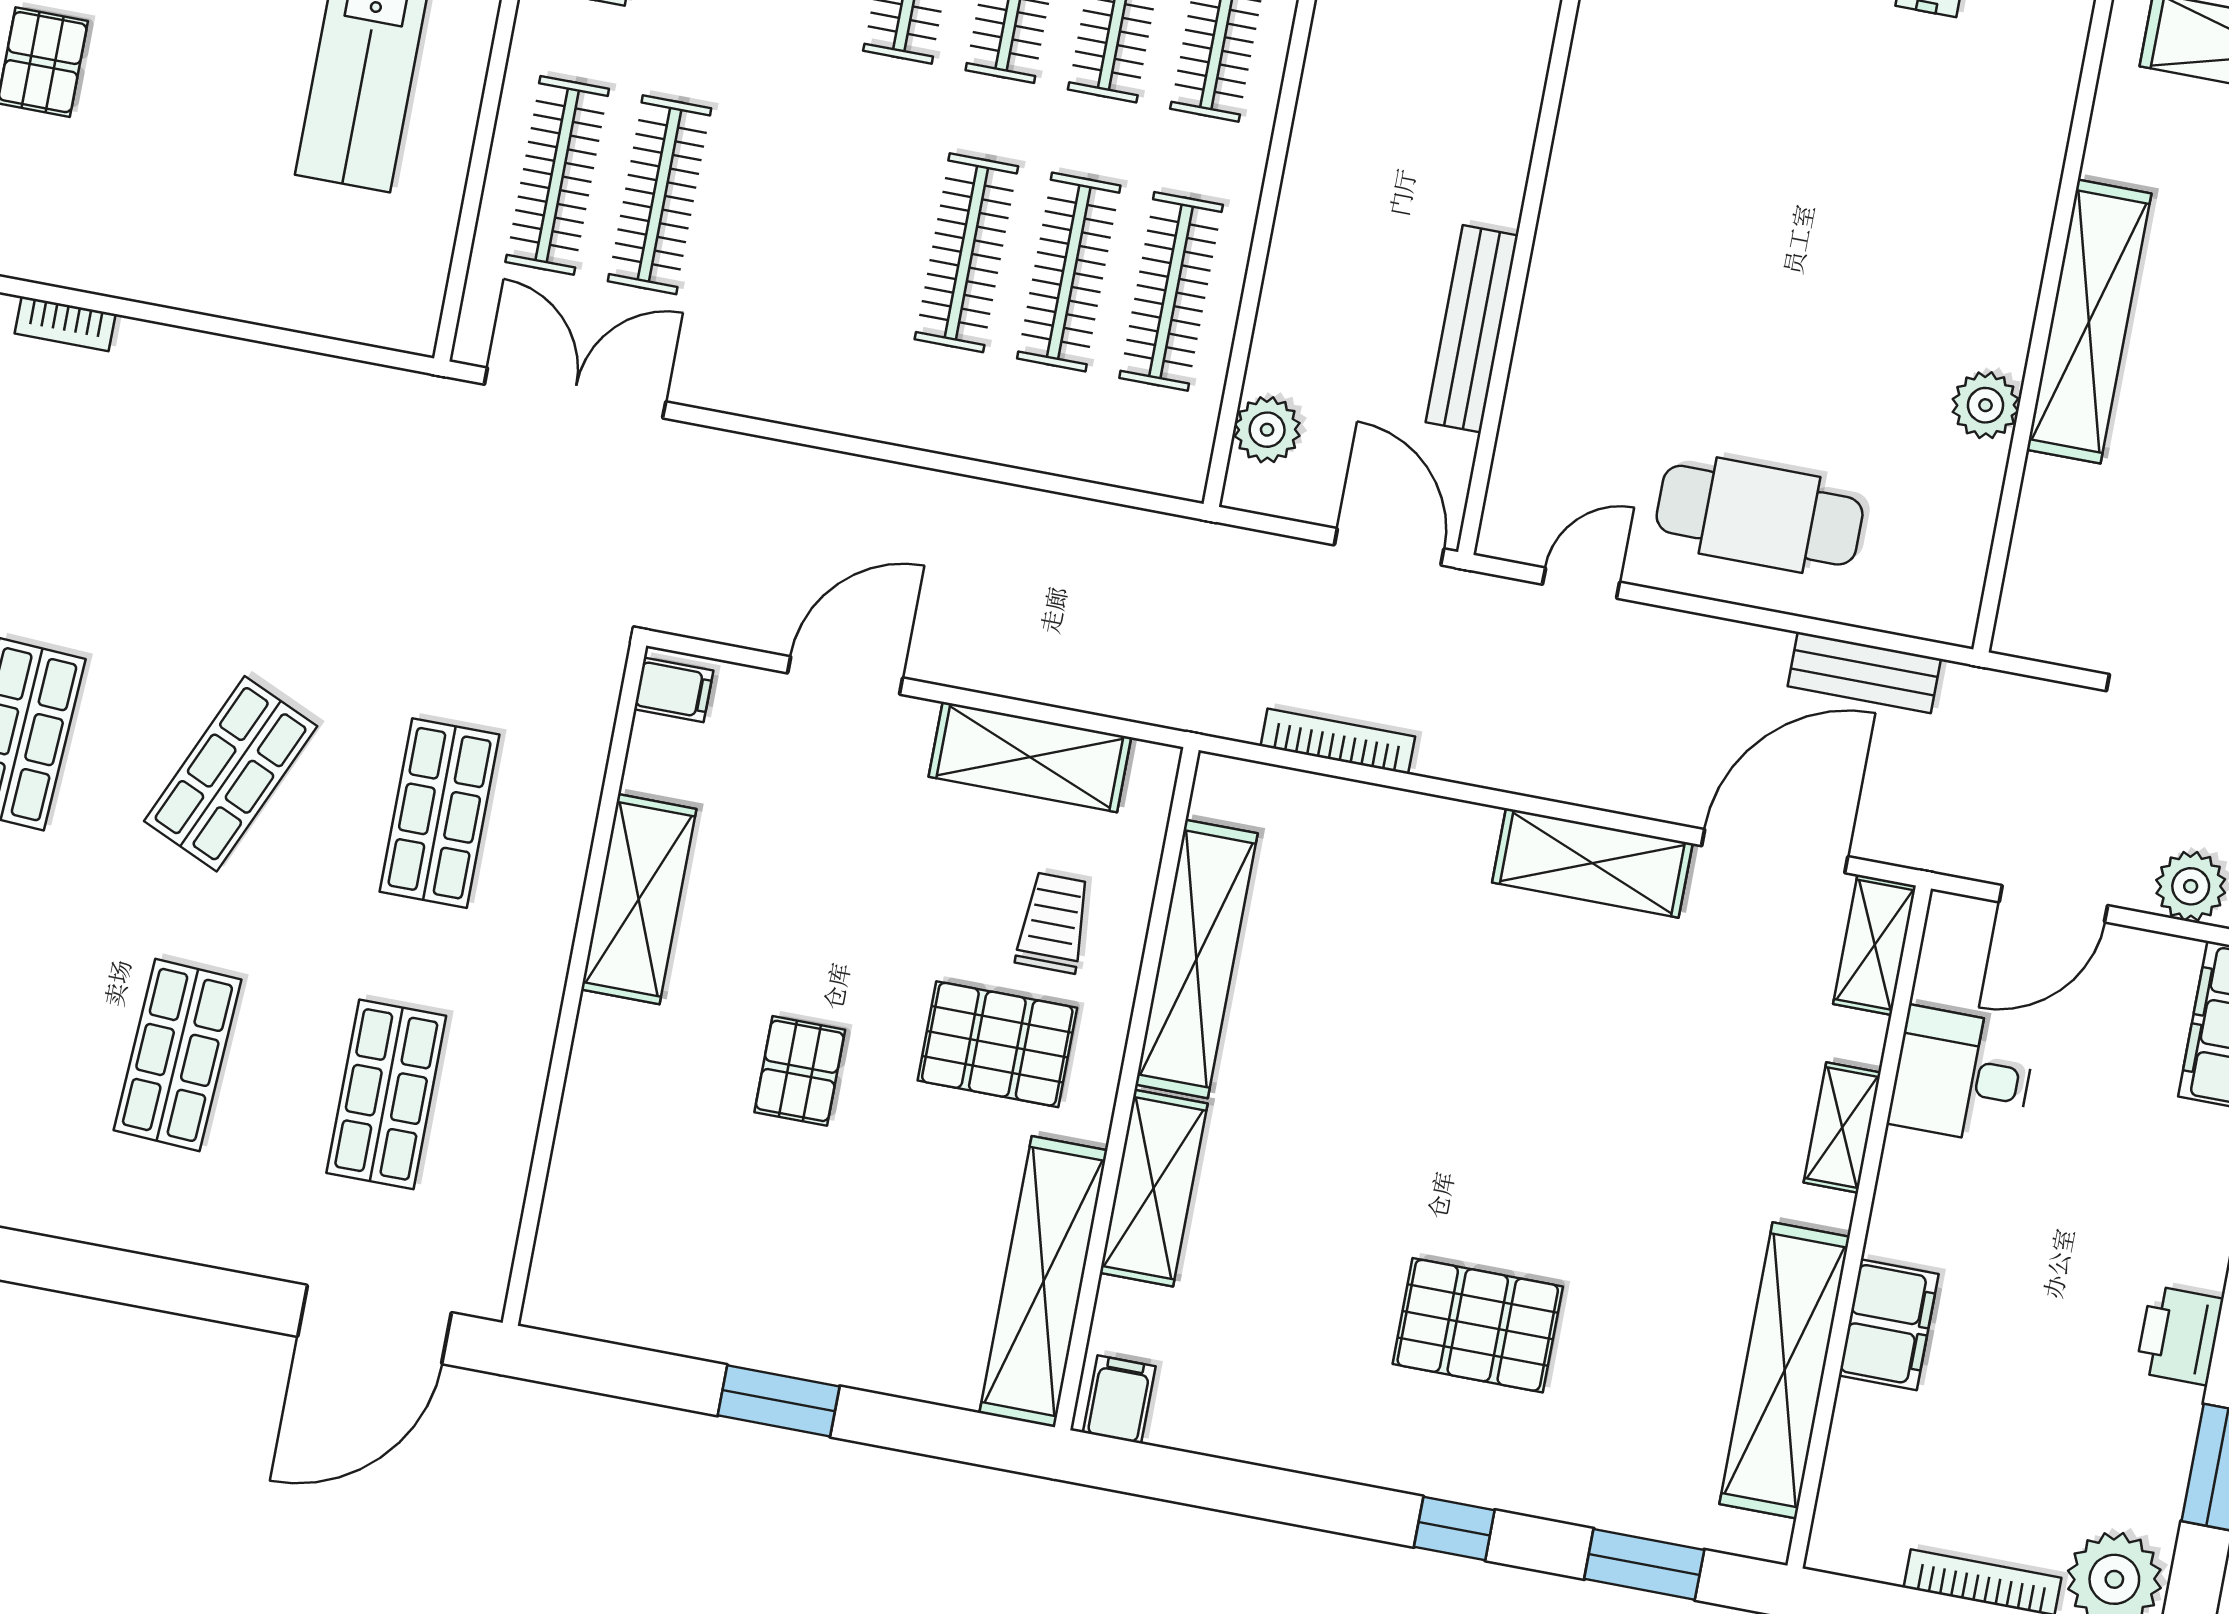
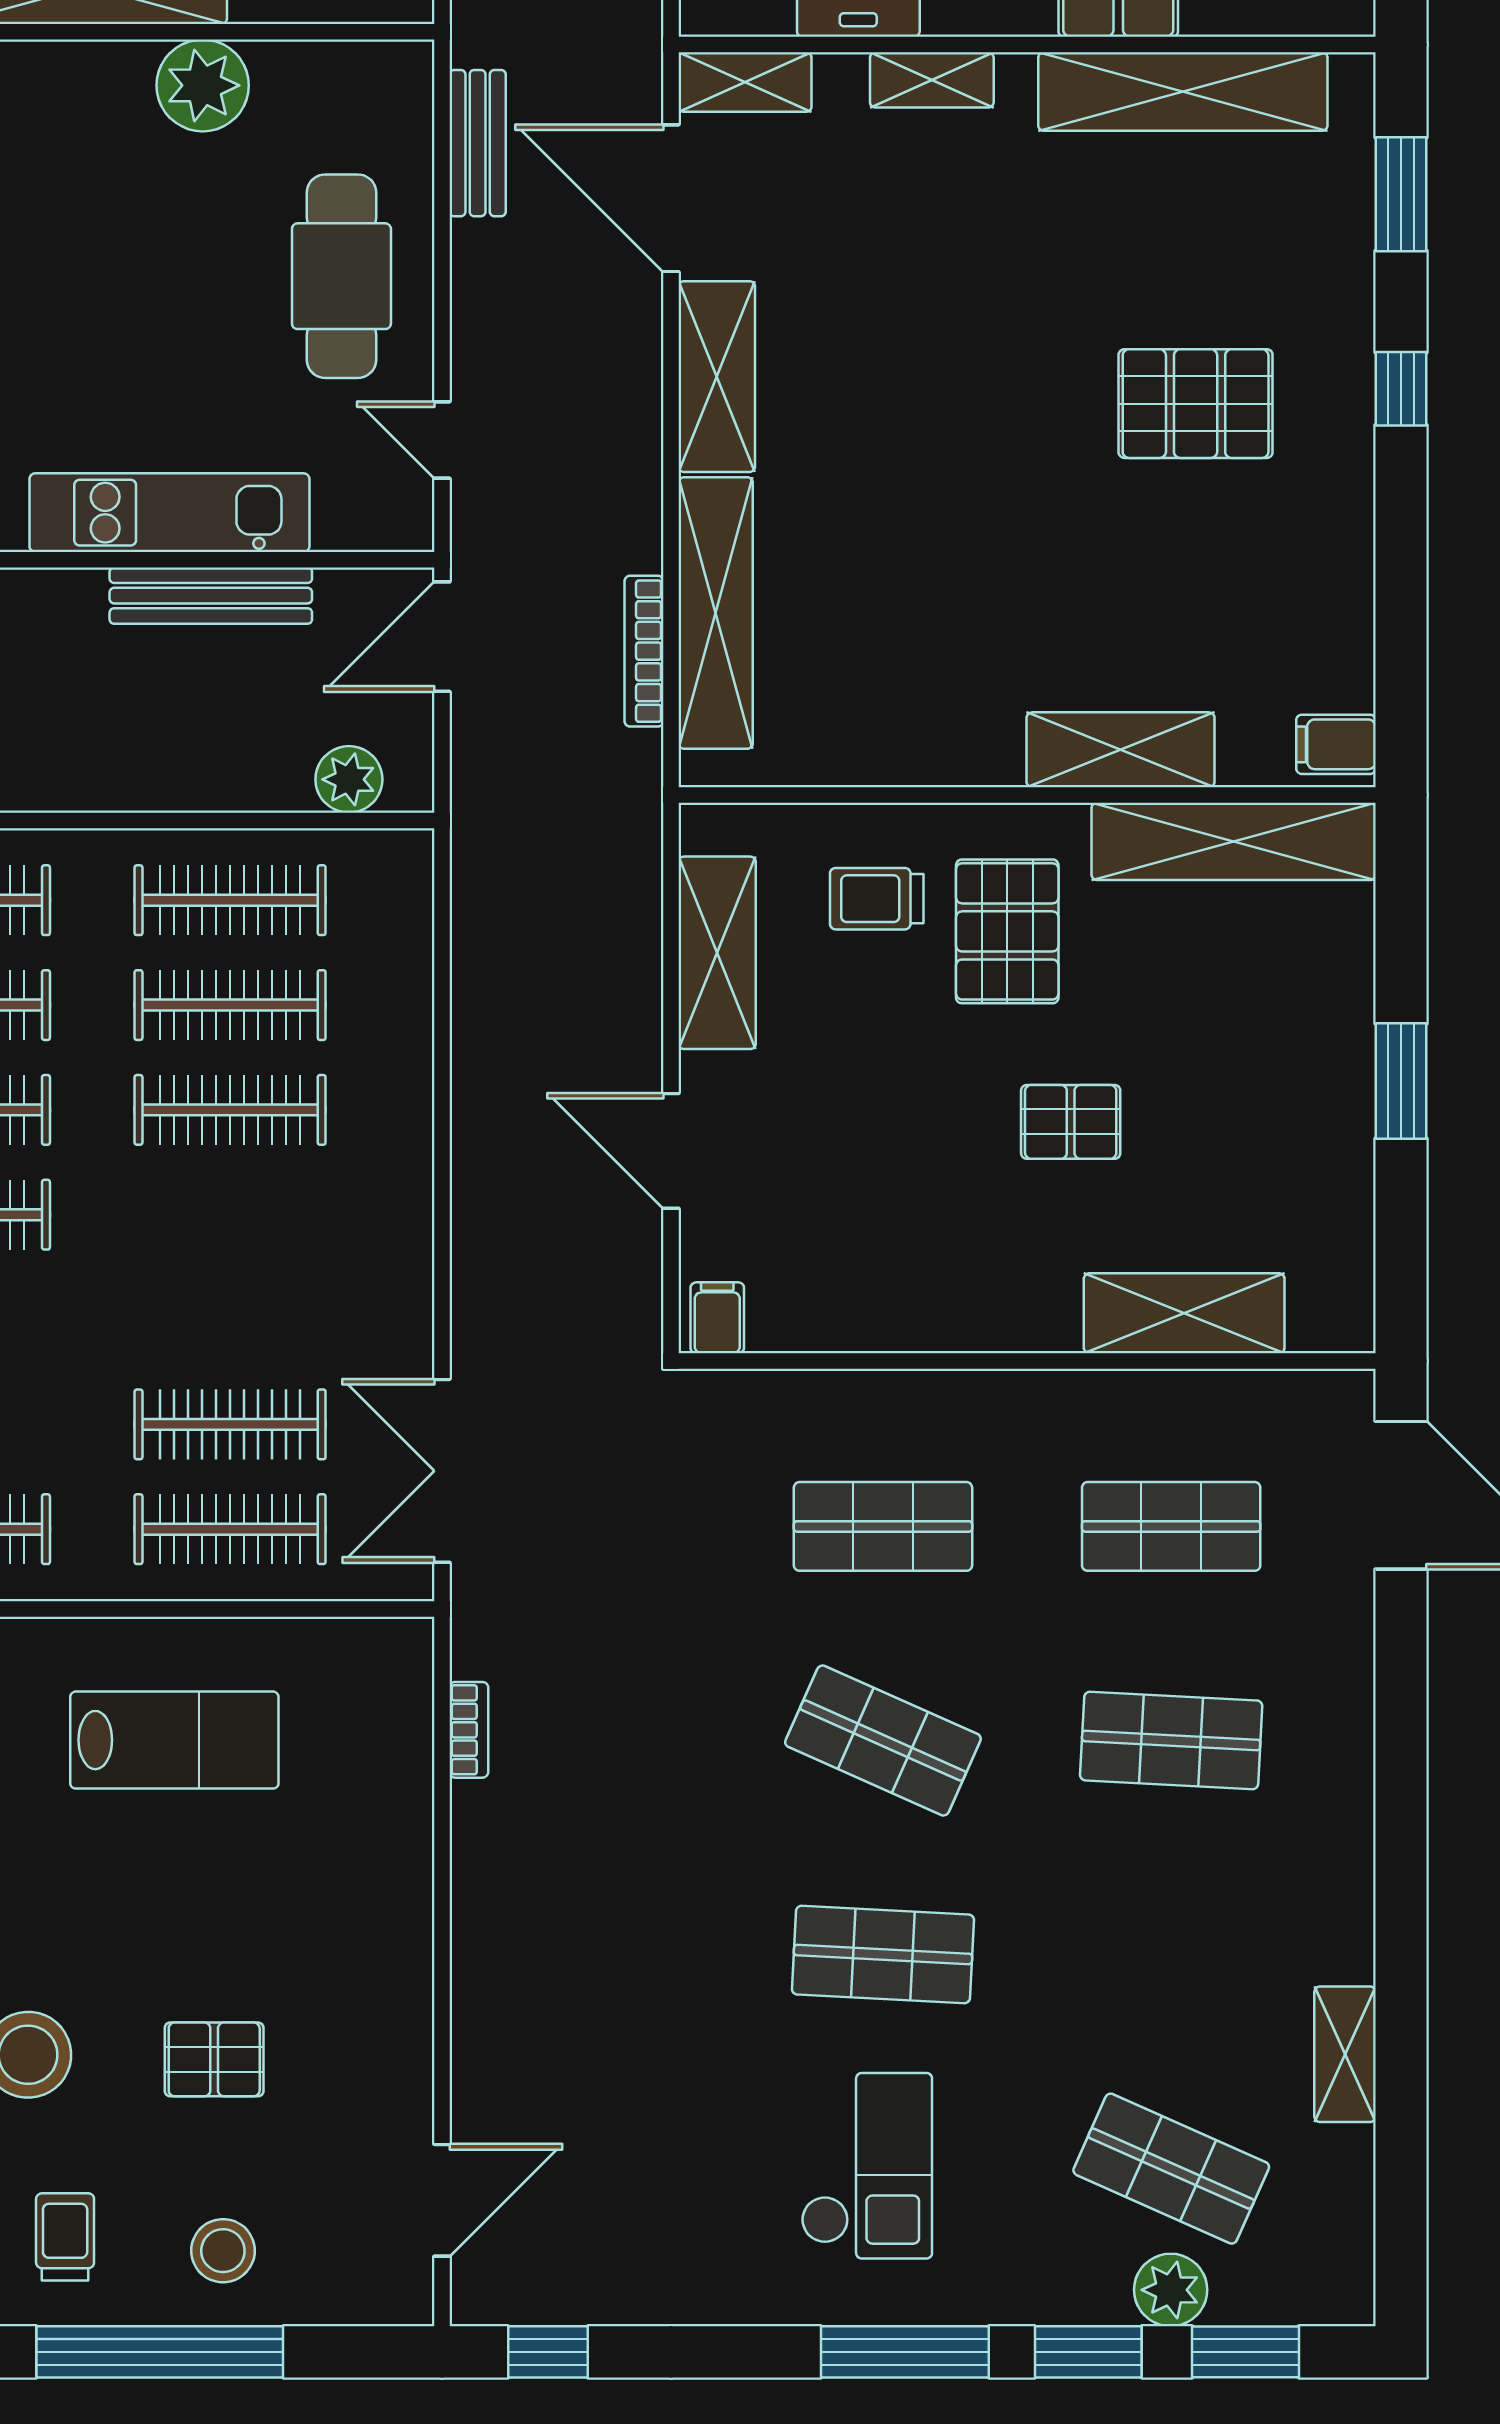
kitchen unit: (1560, 304) -> (169, 513), added
bookcase: (65, 324) -> (469, 1730), moved
plant: (1985, 405) -> (203, 85), width x1.36, depth x1.36
shelving: (639, 899) -> (1184, 1313), moved
shelving: (1196, 959) -> (716, 613), moved, turned 90
pallet: (1478, 1325) -> (1196, 404), turned 90

